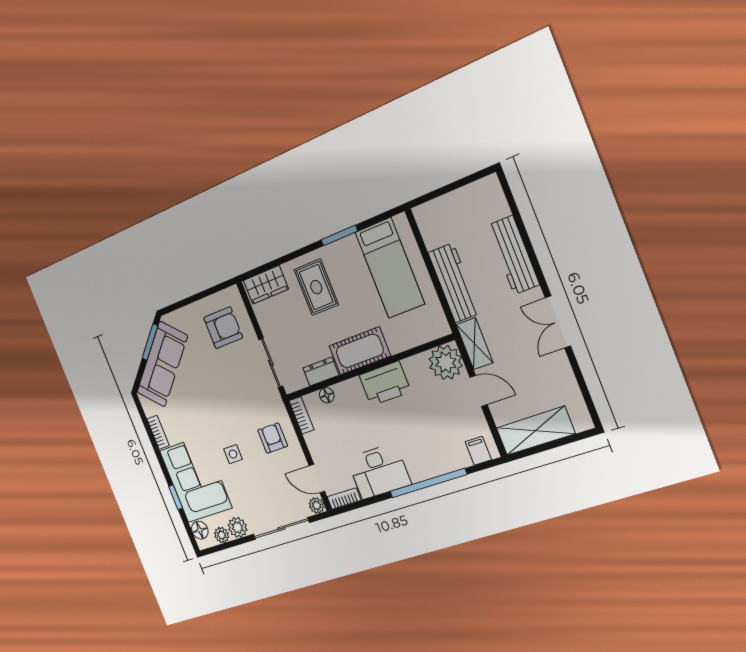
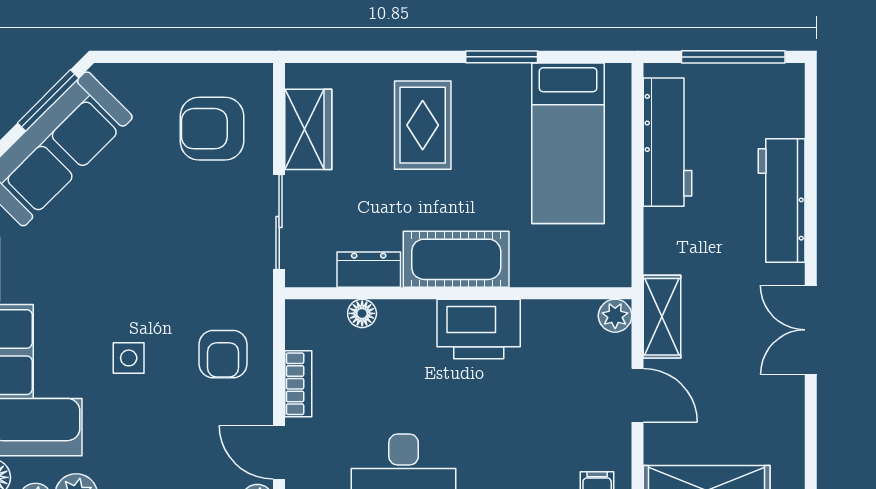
window: (456, 185) -> (733, 57), added
workbench: (454, 283) -> (668, 142), moved
wardrobe: (266, 285) -> (308, 129), moved, turned -90
armchair: (223, 328) -> (212, 129), turned 180
plant: (446, 362) -> (615, 316), width x0.53, depth x0.53
bookcase: (302, 415) -> (298, 384), moved
armchair: (273, 438) -> (223, 354), turned 180

